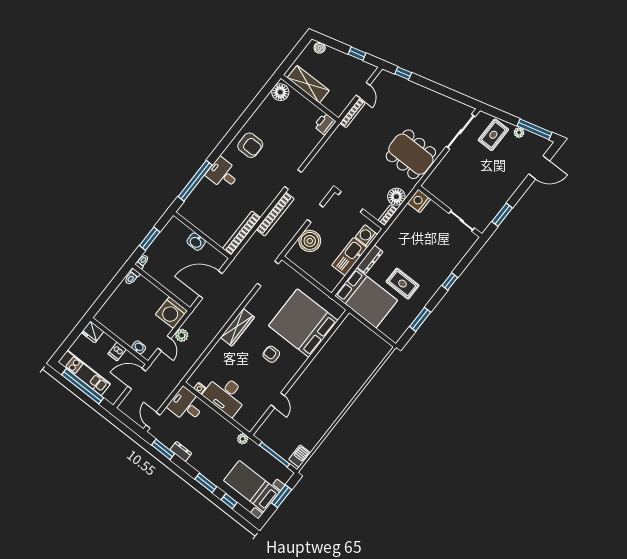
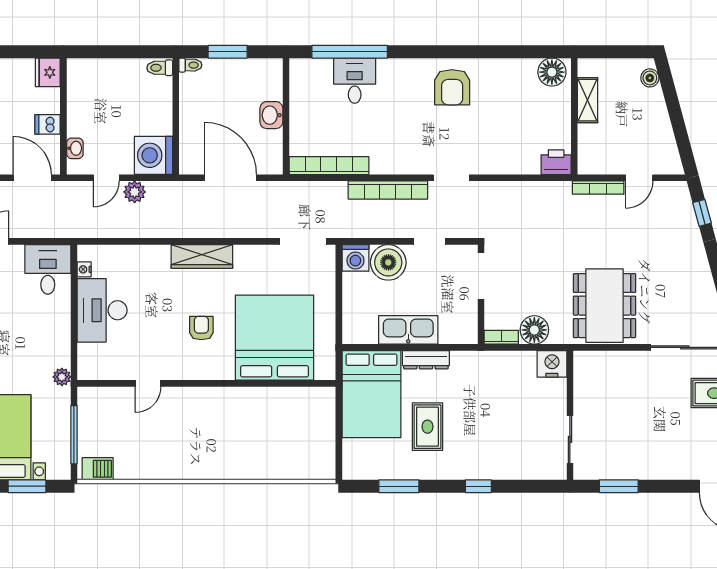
window: (357, 54) -> (680, 133), removed
shelving: (308, 84) -> (588, 100), width x0.67, depth x0.75
desk: (223, 174) -> (355, 81), moved
washing machine: (366, 236) -> (355, 258), moved, turned 180

